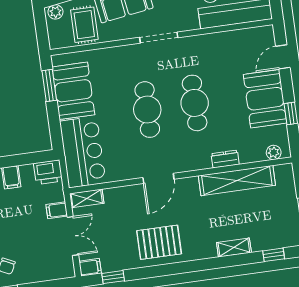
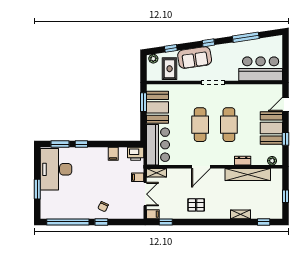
pallet: (159, 242) -> (196, 205), width x0.67, depth x0.71

